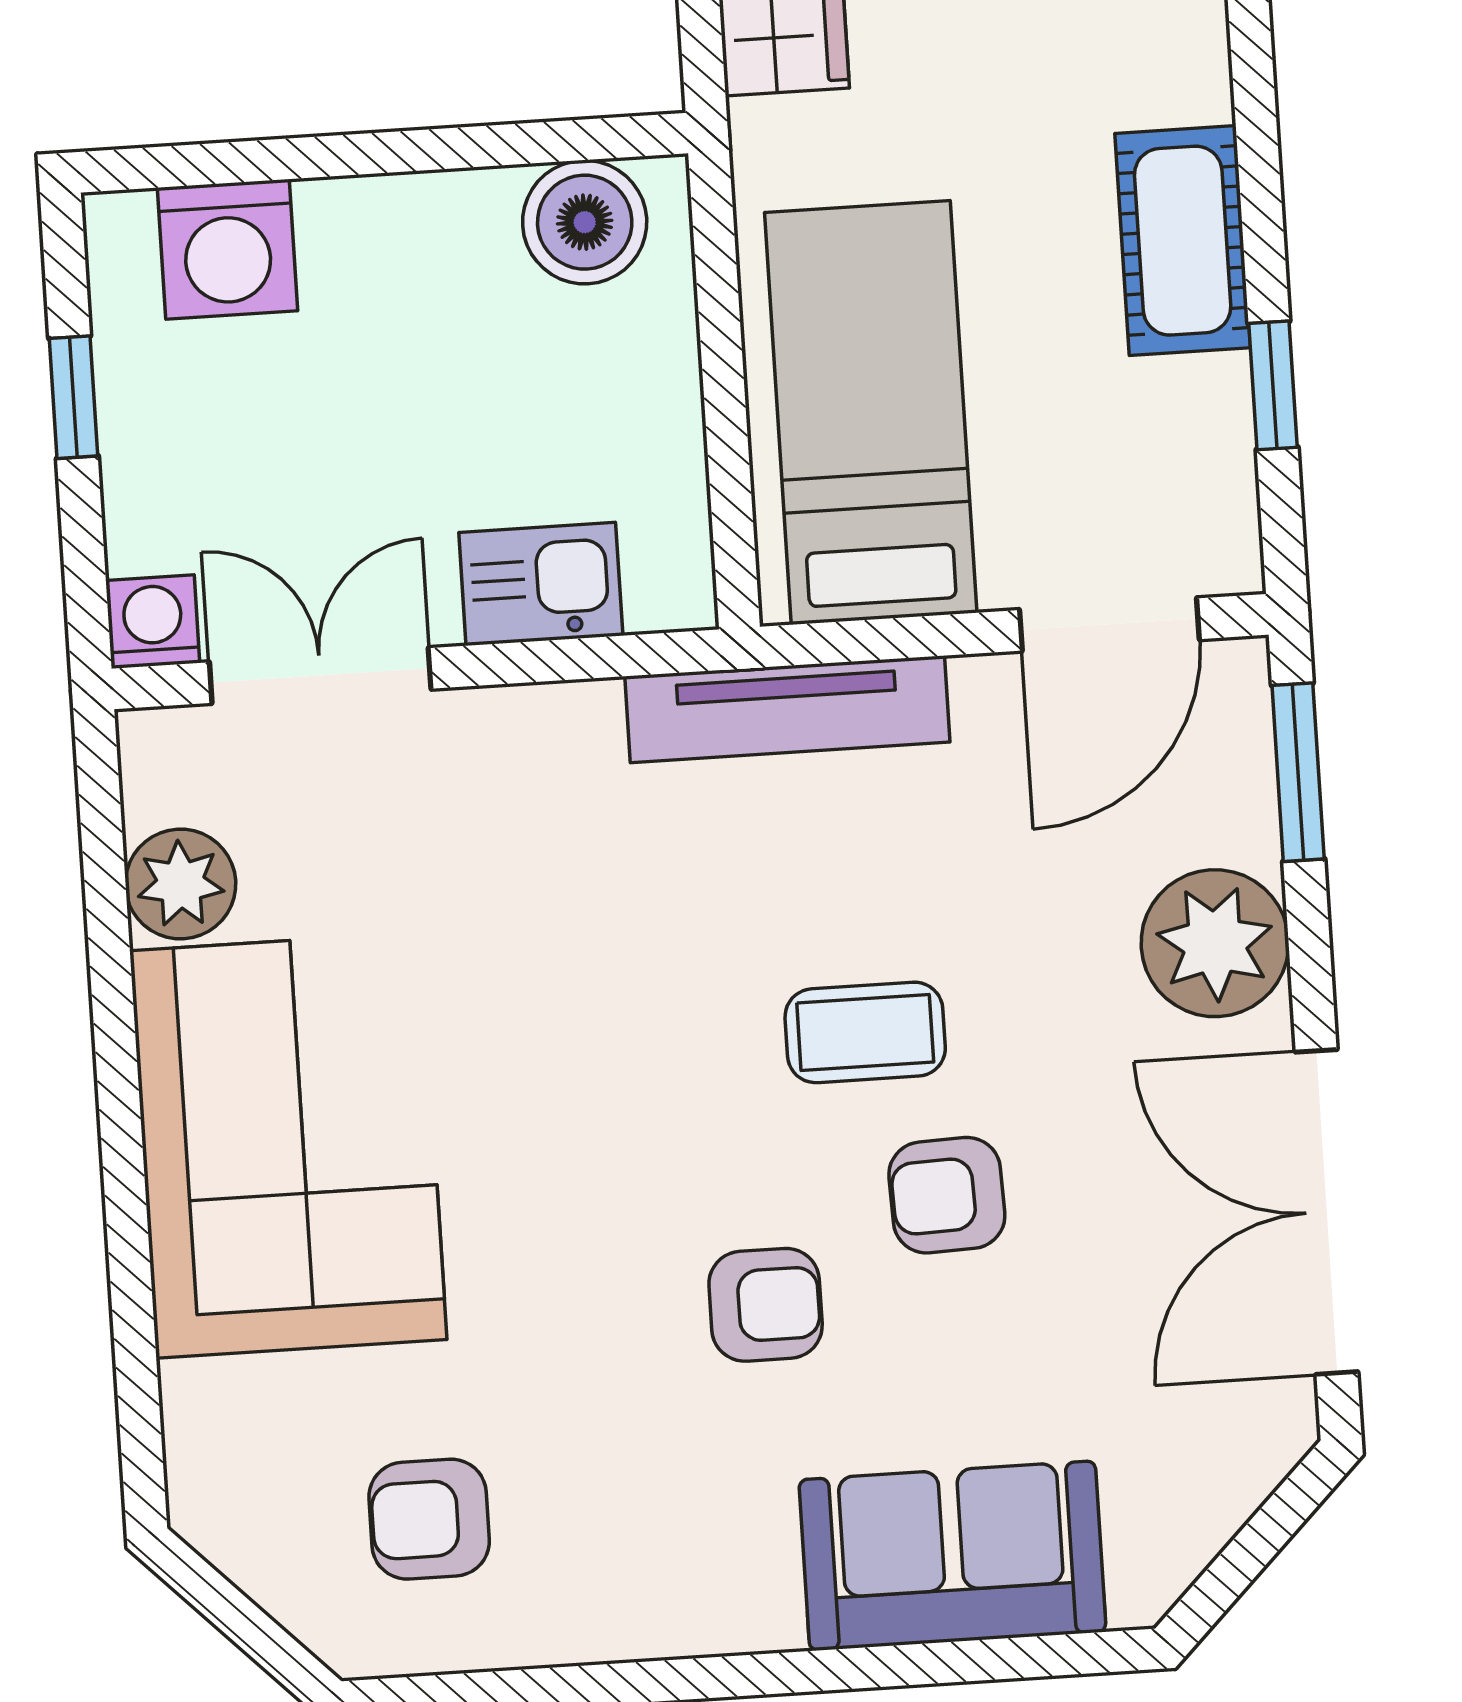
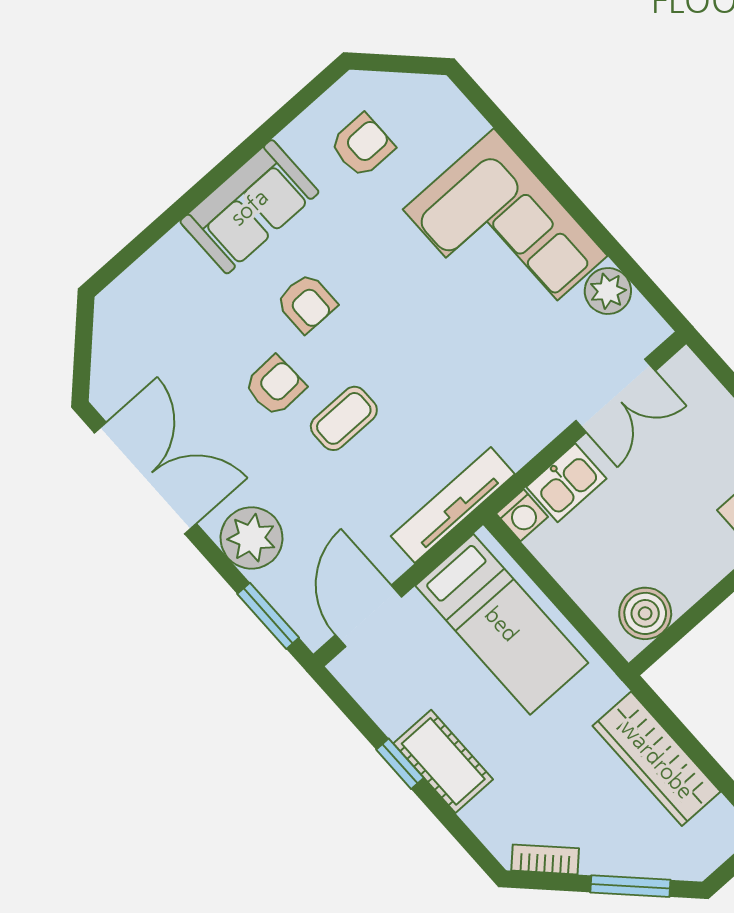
window: (1273, 385) -> (400, 764), moved
washing machine: (153, 622) -> (522, 515), moved
armchair: (766, 1305) -> (307, 303), turned -90
sofa: (952, 1556) -> (249, 207), moved

